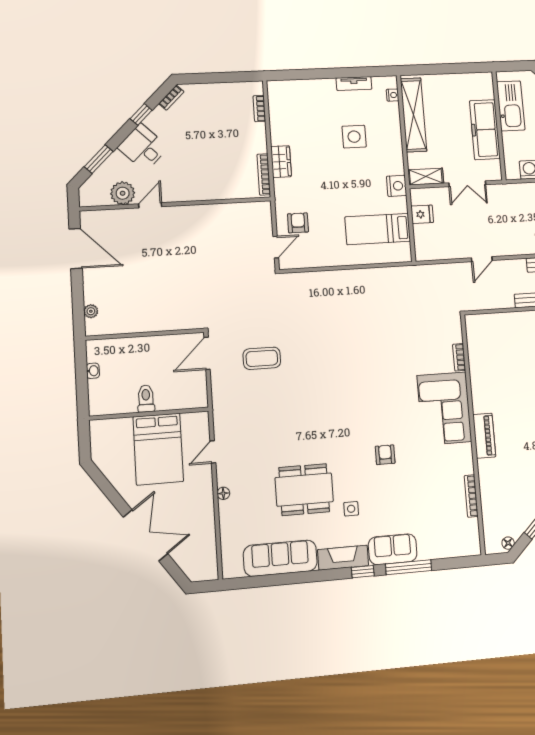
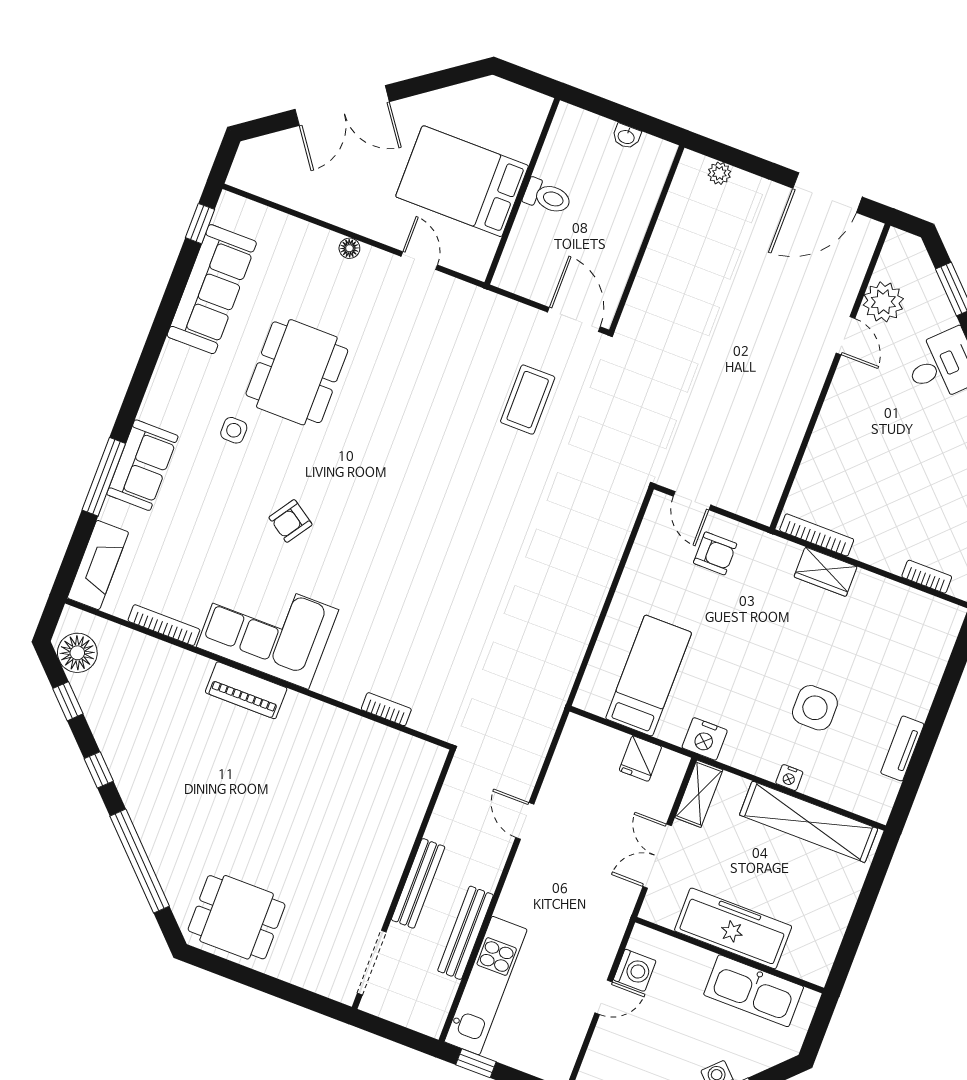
nightstand: (393, 95) -> (789, 778), moved
corner sofa: (444, 409) -> (267, 628), moved
armchair: (385, 455) -> (291, 521), turned 124
floor lamp: (508, 543) -> (77, 653), width x1.89, depth x1.89
fireplace: (343, 558) -> (98, 565), moved
window: (363, 572) -> (200, 224), moved

